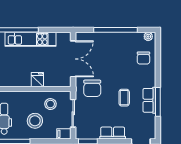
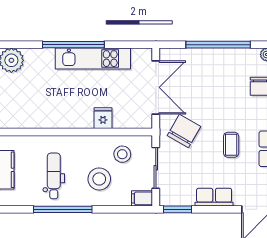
chair: (92, 88) -> (184, 131), turned -150

